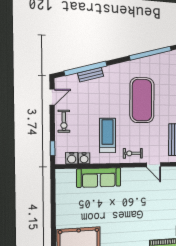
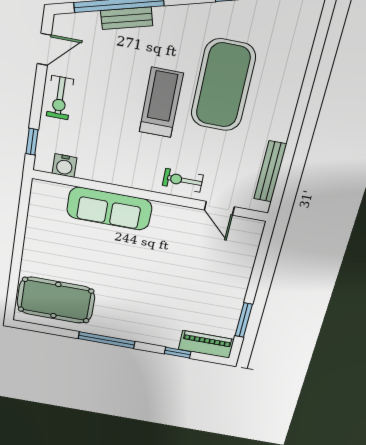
treadmill: (108, 135) -> (161, 103), moved
water cooler: (84, 158) -> (87, 170), removed

